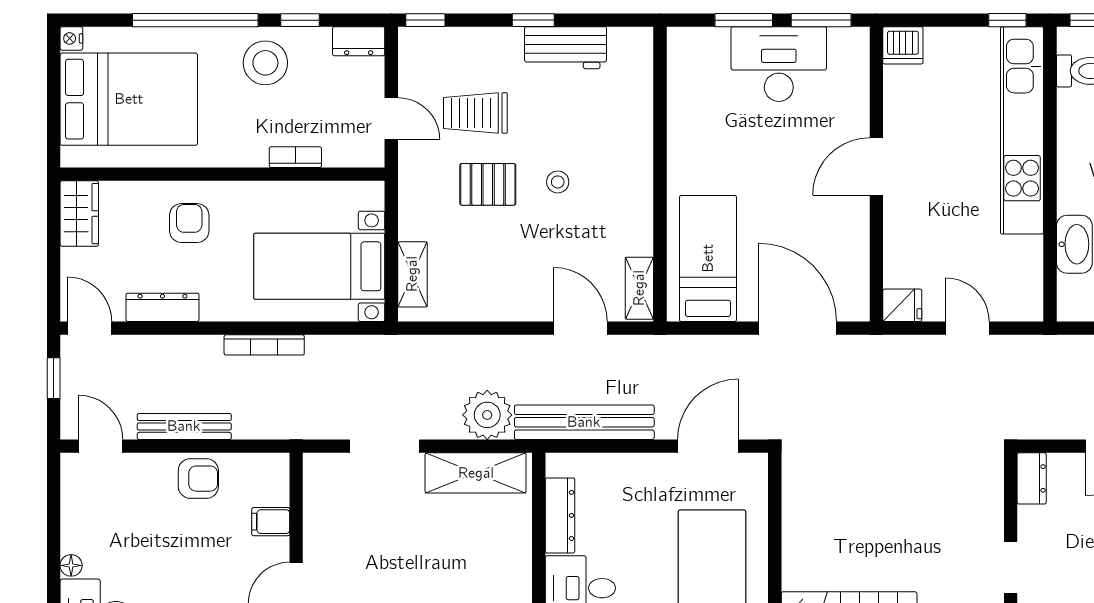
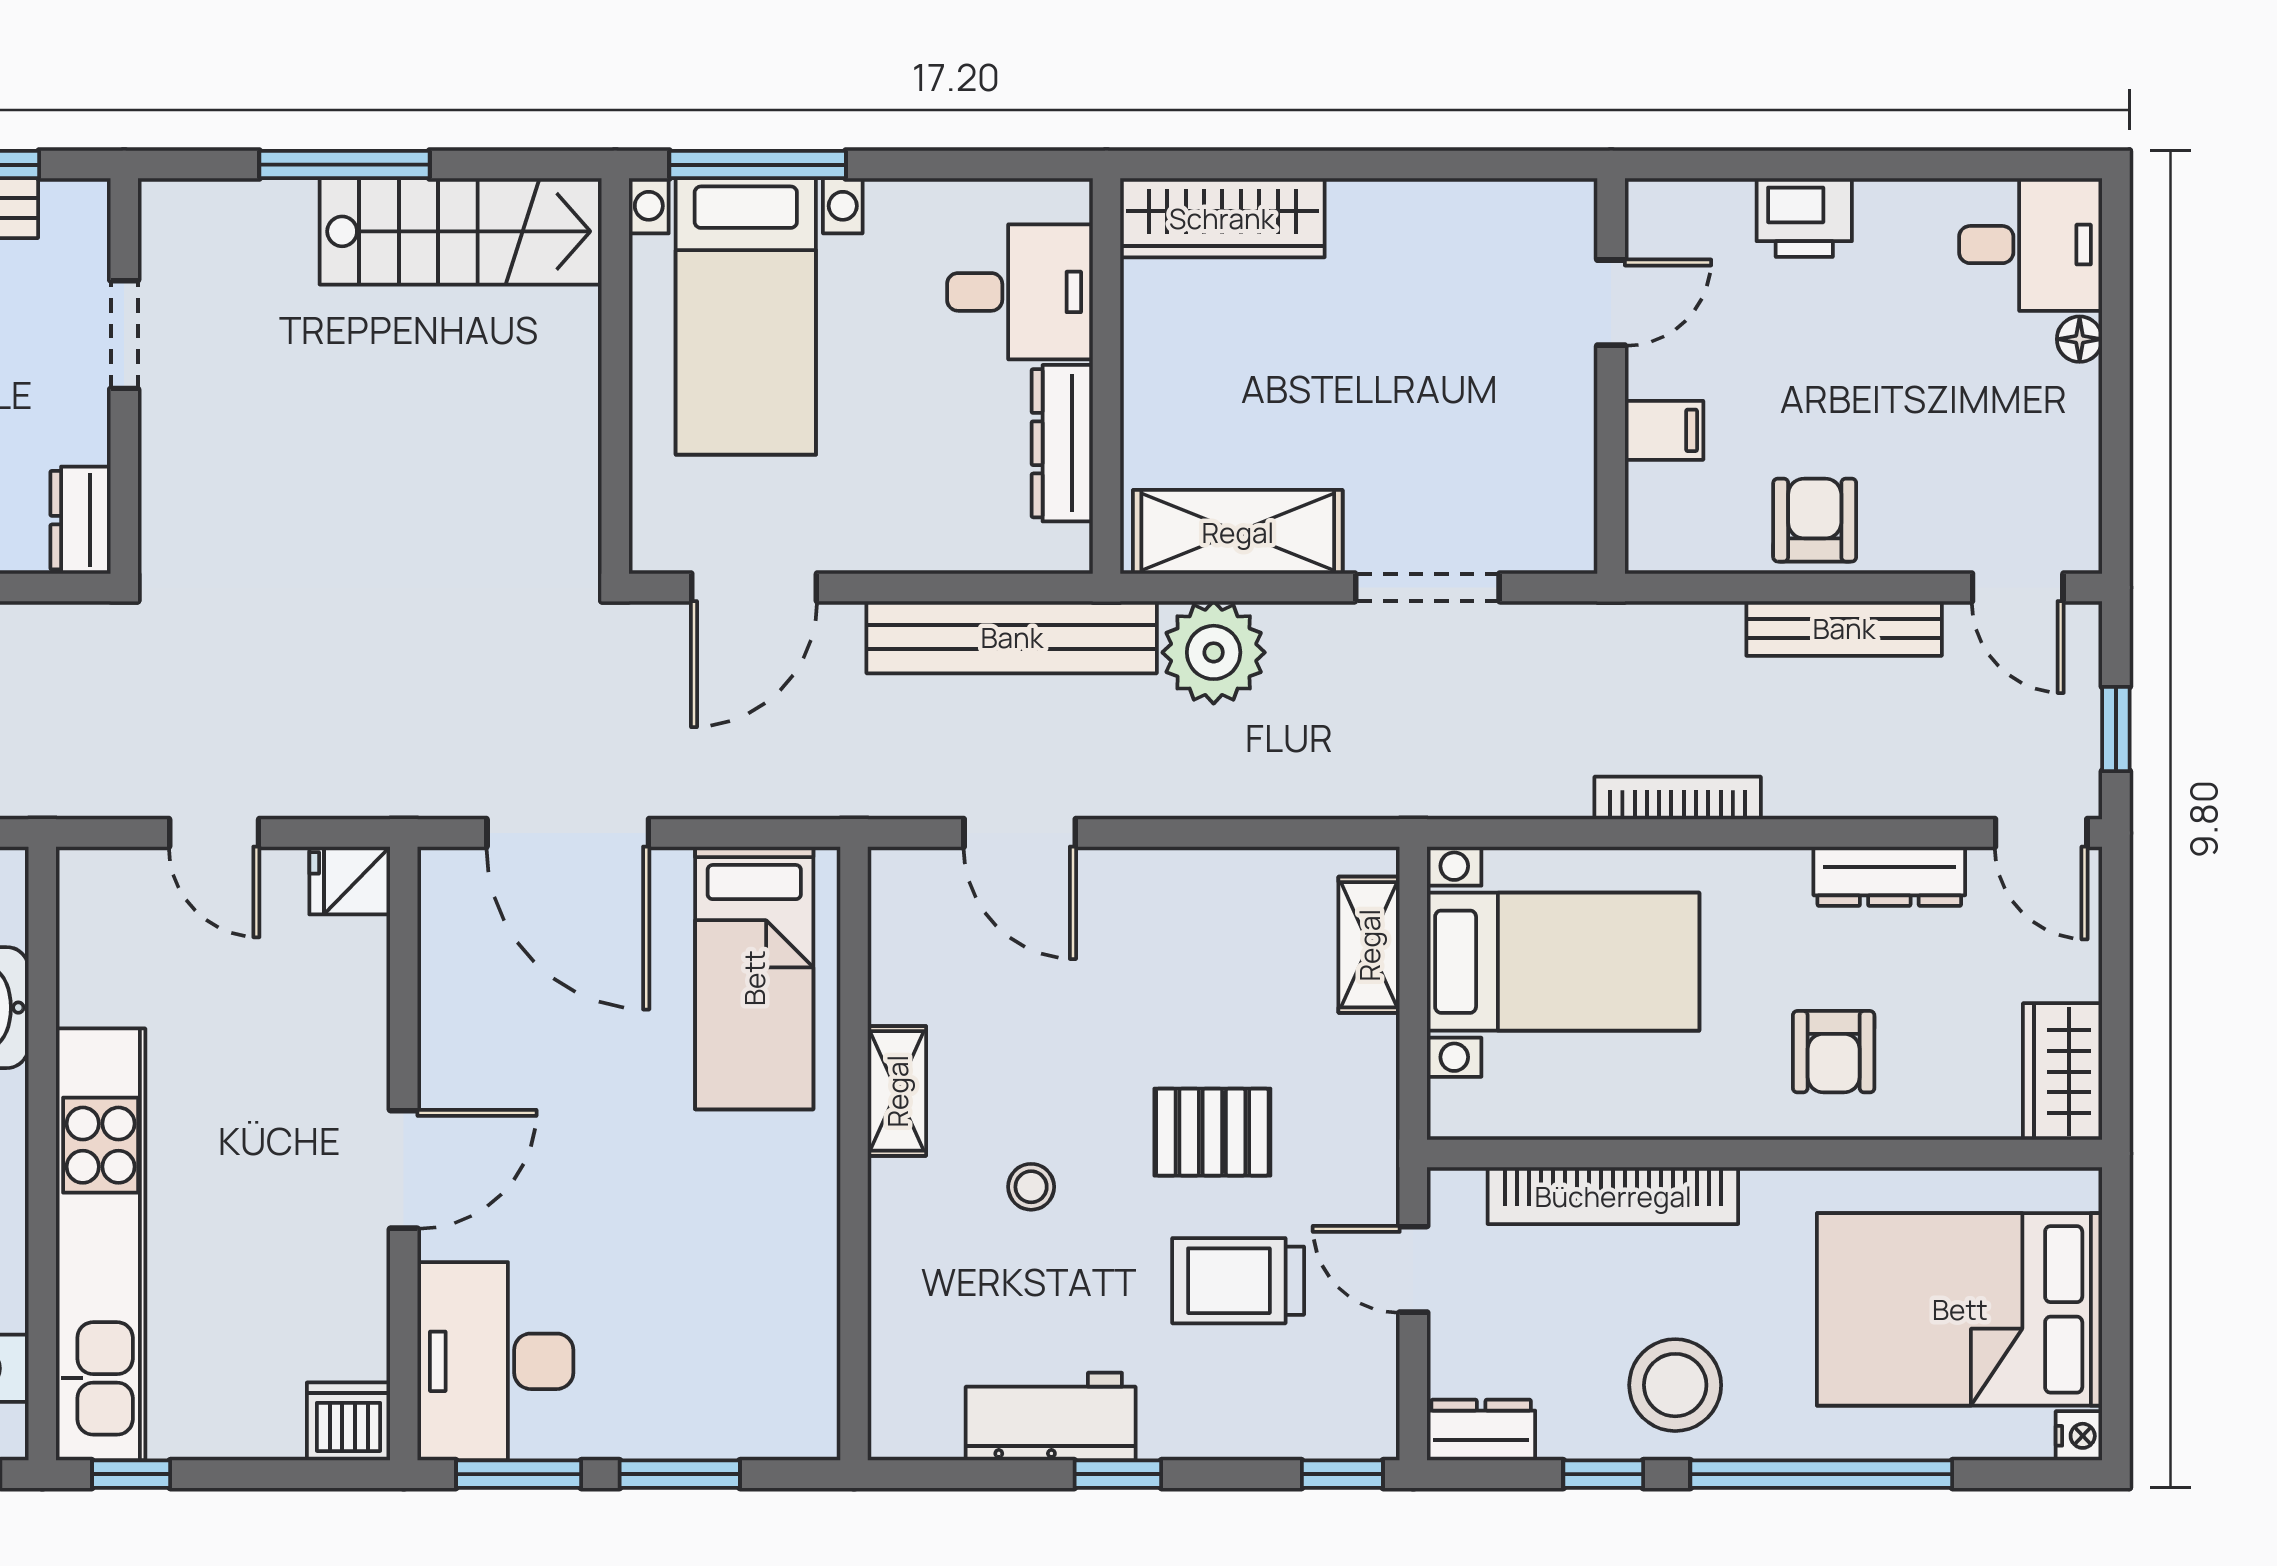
desk: (779, 64) -> (495, 1361), moved, turned 90
trolley: (475, 113) -> (1238, 1281), turned 180
bookcase: (295, 157) -> (1613, 1196), width x2.31, depth x1.31
stool: (558, 182) -> (1031, 1187), moved
shelving: (639, 288) -> (897, 1091), moved
armchair: (198, 479) -> (1815, 520), turned 90

